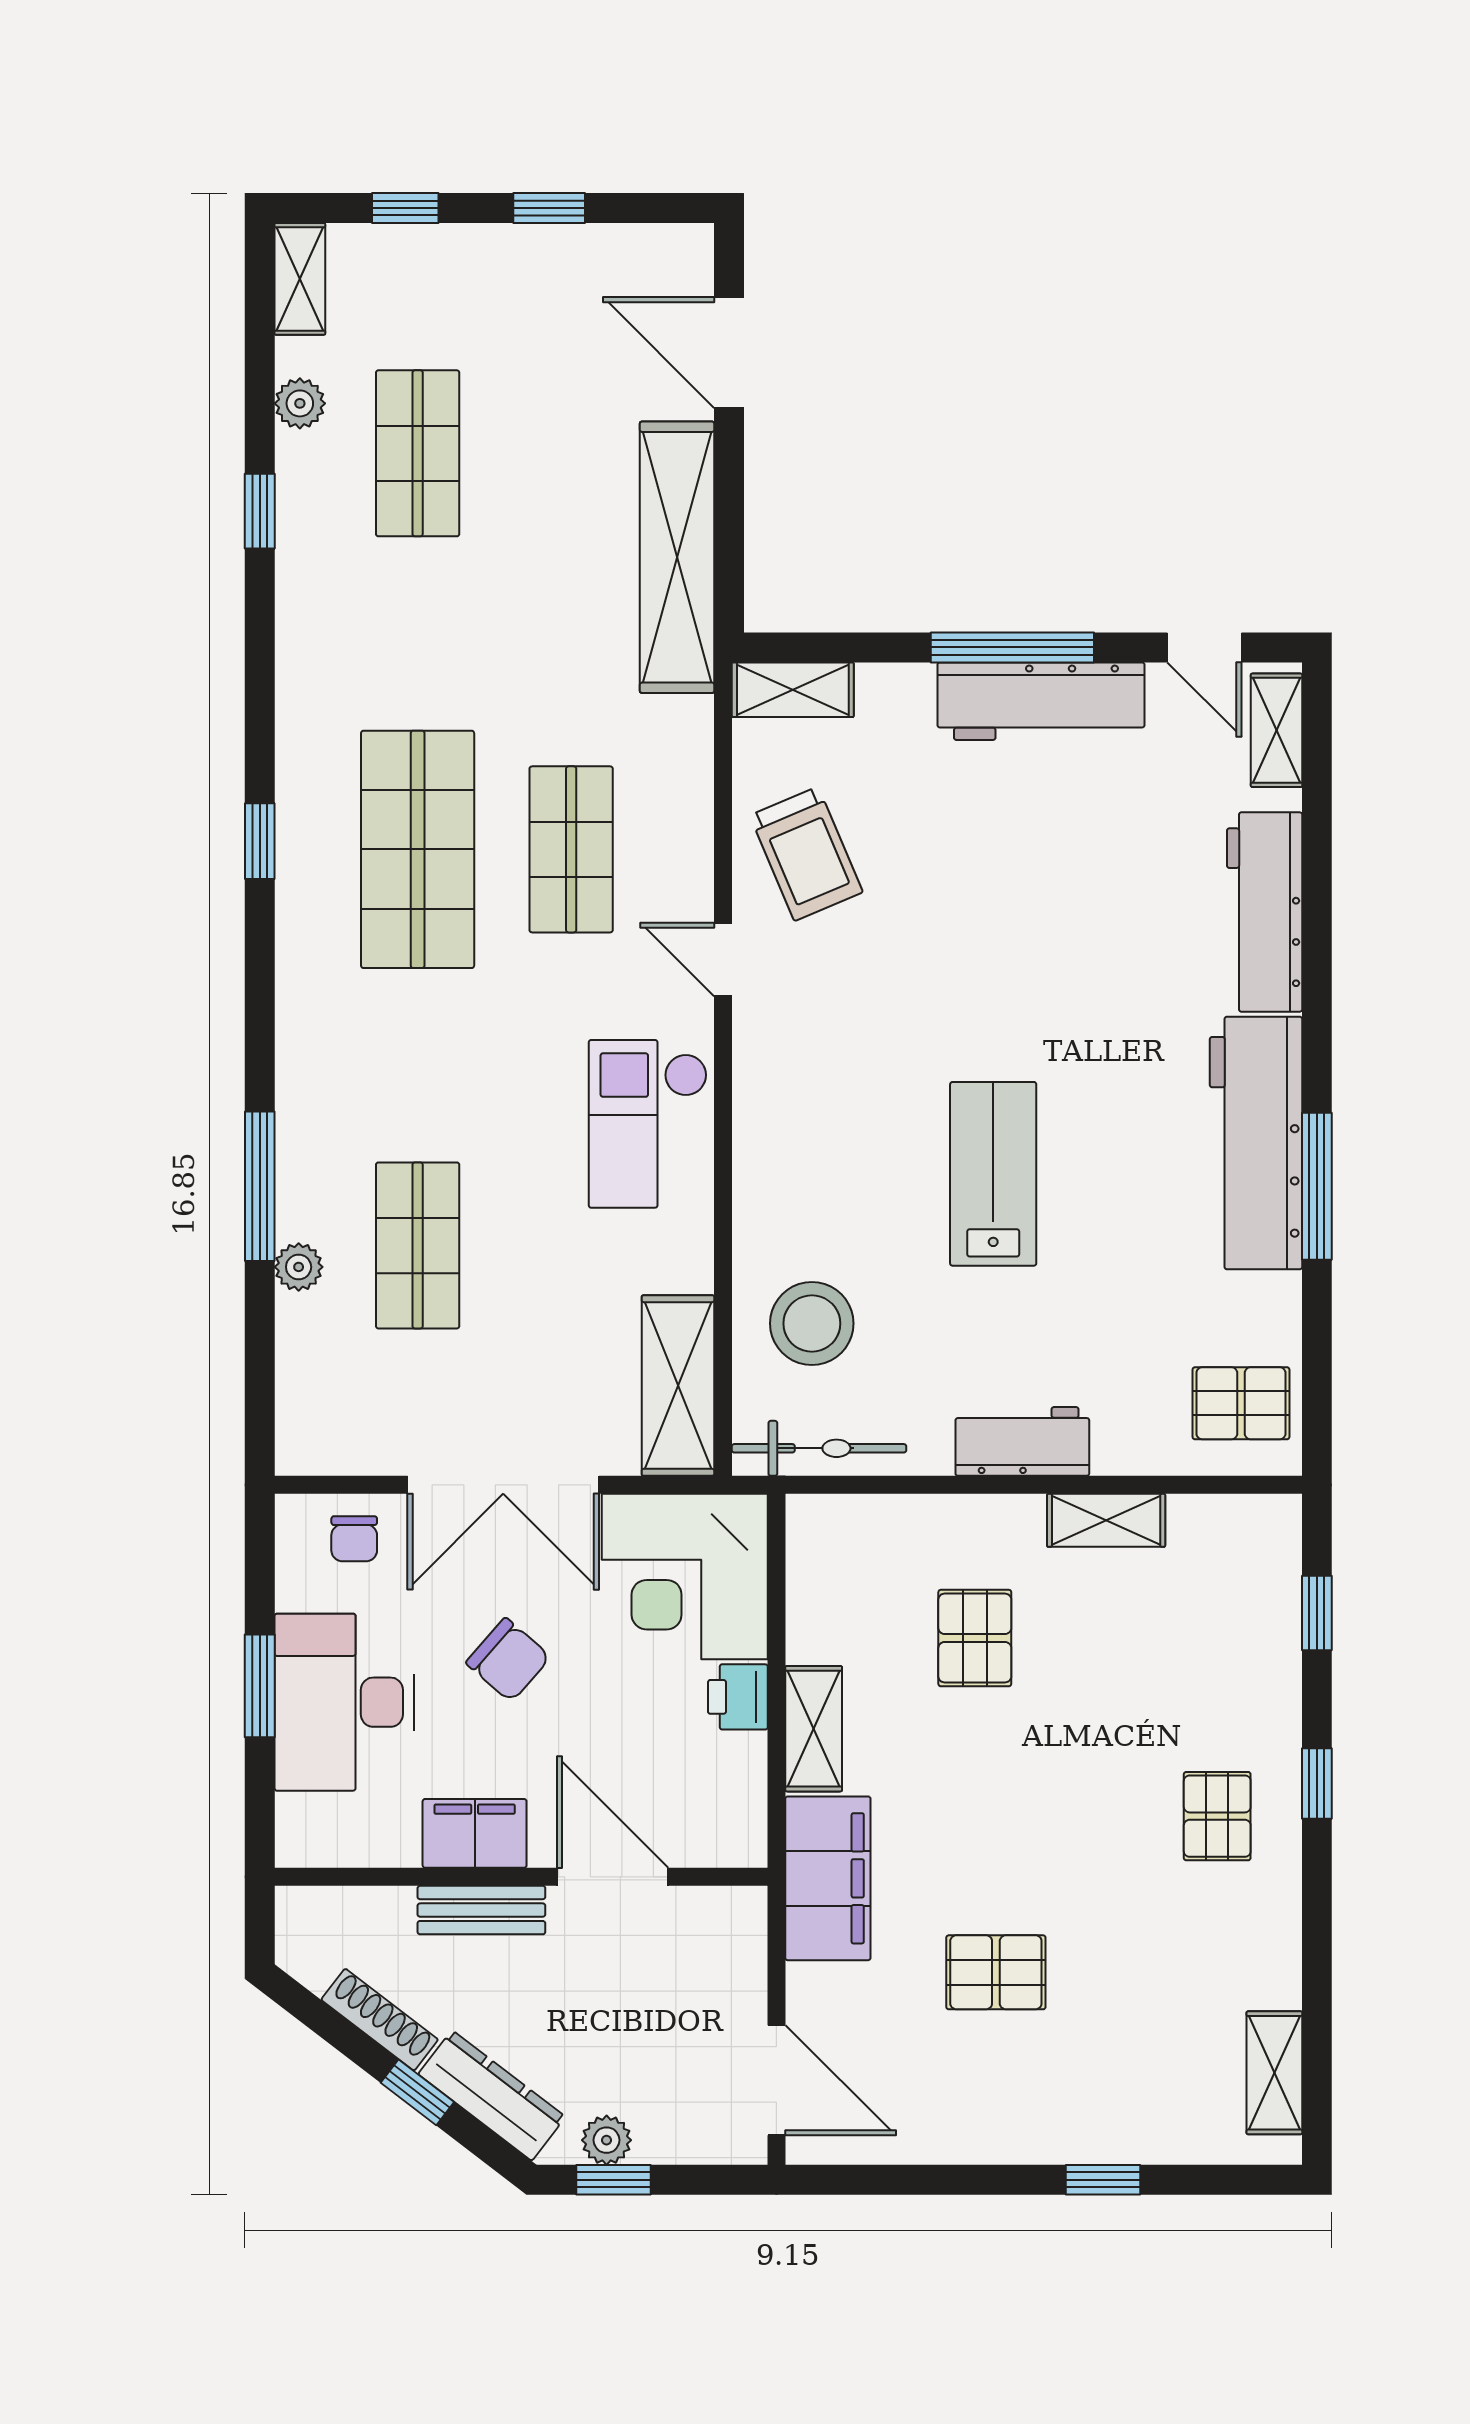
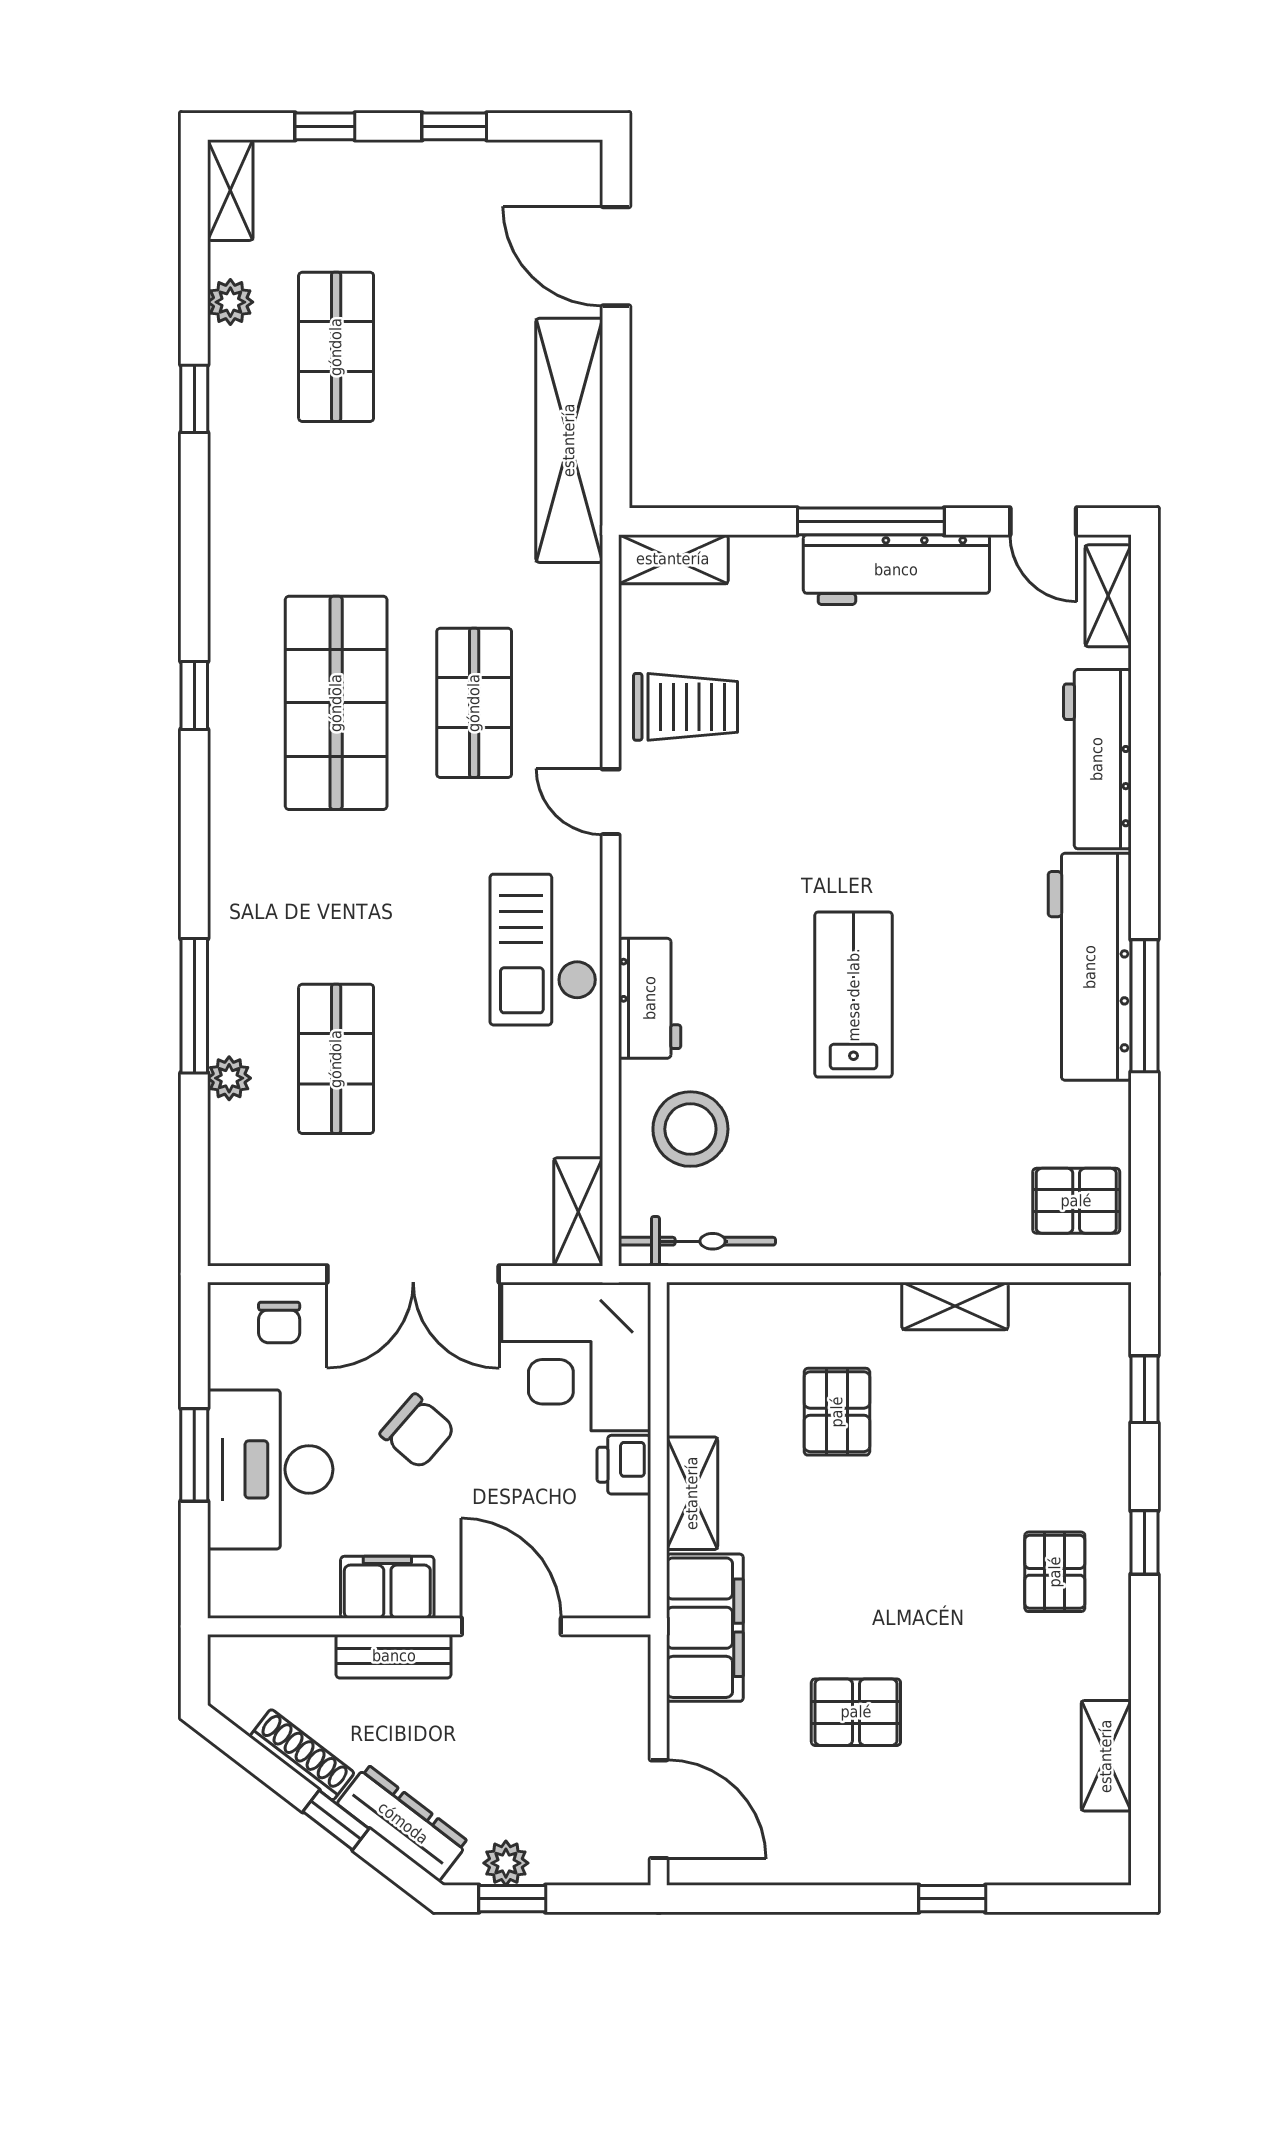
trolley: (806, 854) -> (685, 707), turned -67
shelving: (678, 1385) -> (578, 1212), width x0.67, depth x0.75
workbench: (1022, 1441) -> (650, 998), moved, turned 90
shelving: (1274, 2073) -> (1106, 1756), moved

